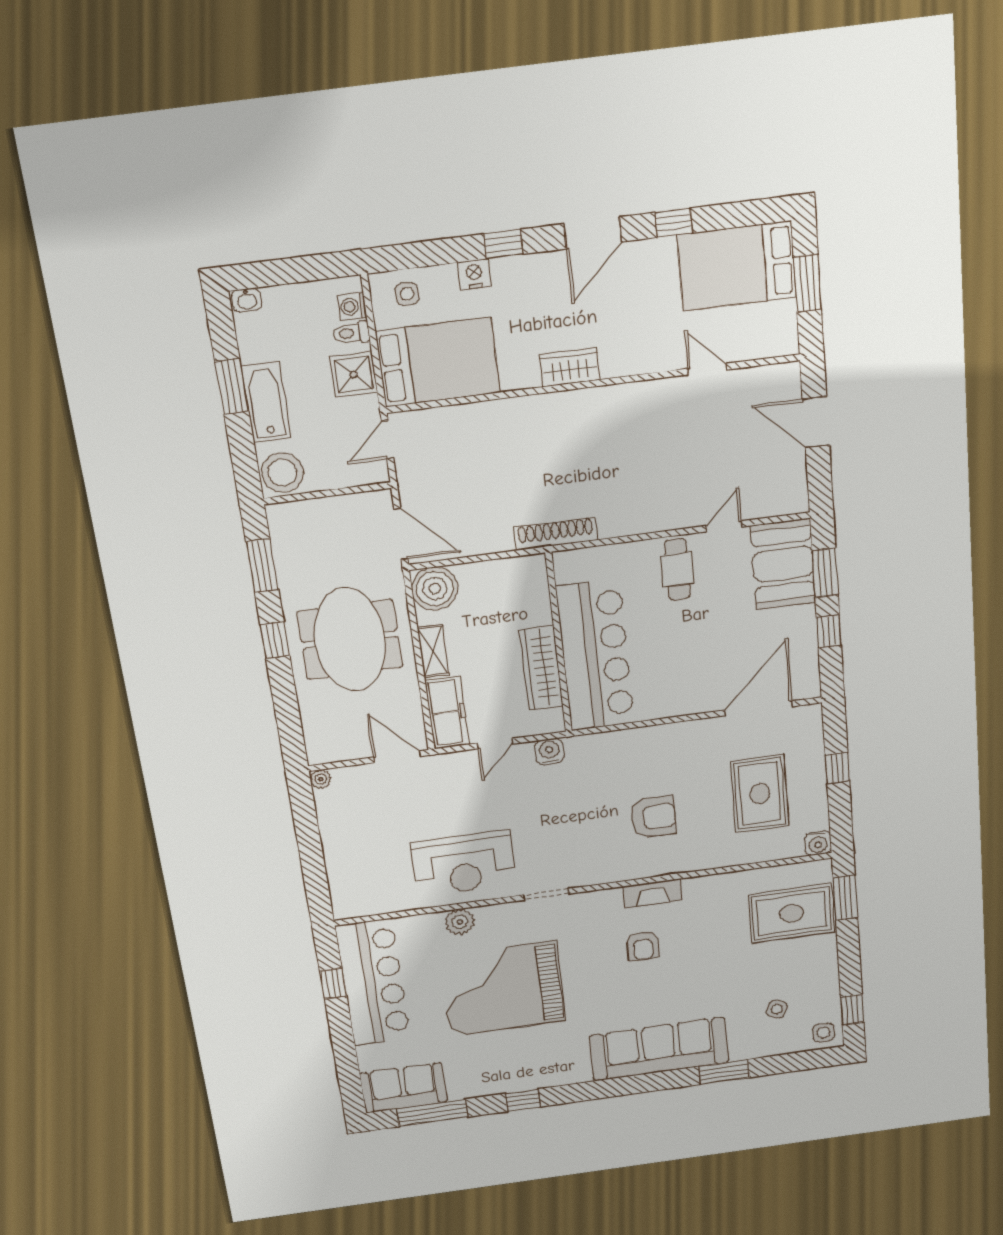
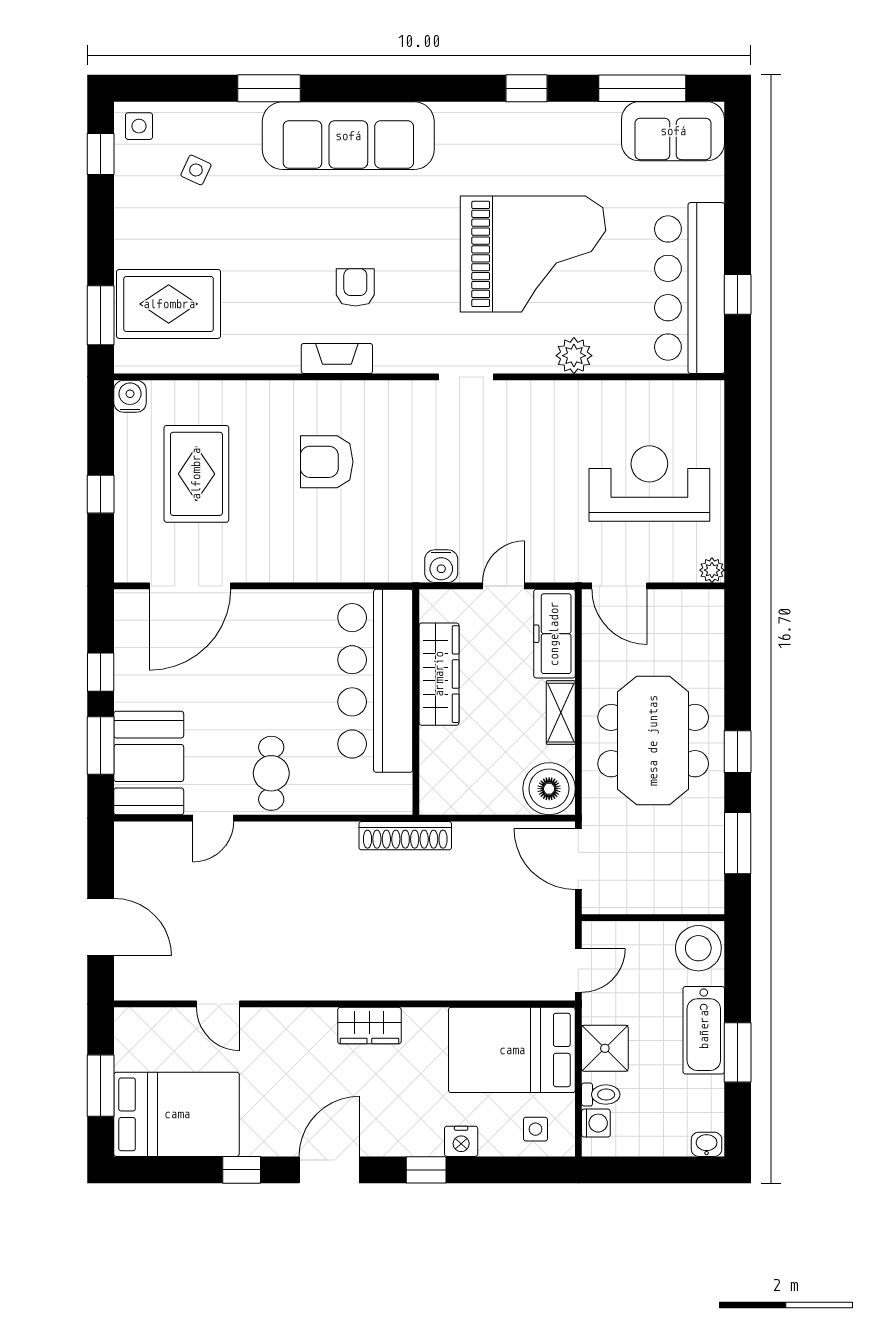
reception desk: (464, 864) -> (649, 484), moved

